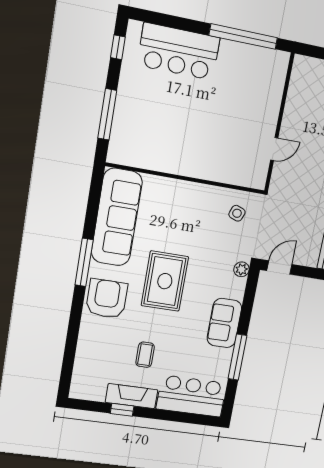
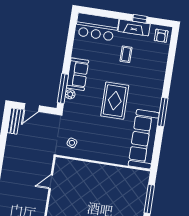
door: (279, 267) -> (32, 108), moved
plant: (241, 269) -> (70, 94), moved
armchair: (107, 299) -> (161, 36), moved, width x0.53, depth x0.53
window: (237, 357) -> (63, 89), moved

